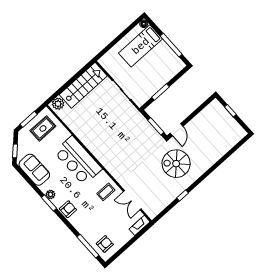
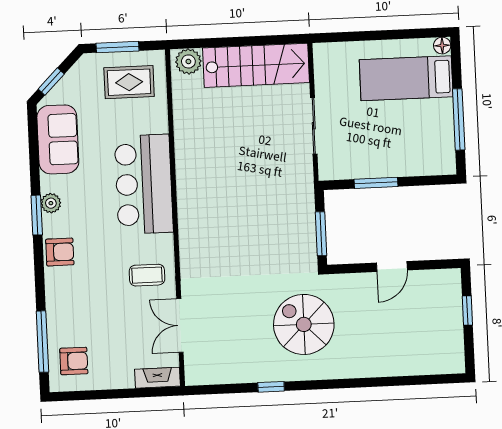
door: (177, 130) -> (392, 267), moved

